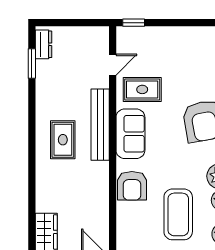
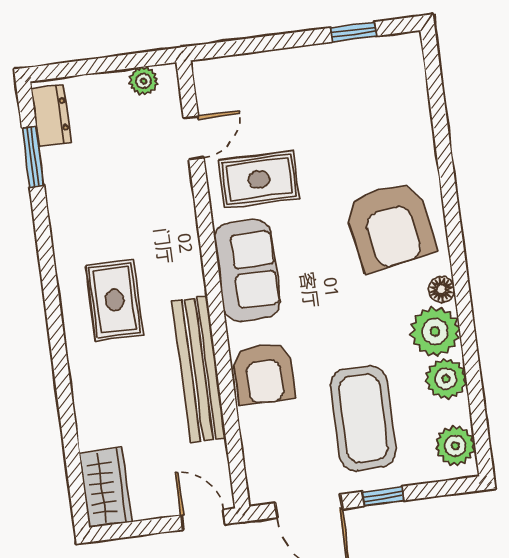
window: (134, 23) -> (353, 32), moved
plant: (91, 33) -> (143, 81), added
bench: (100, 125) -> (199, 369), moved

